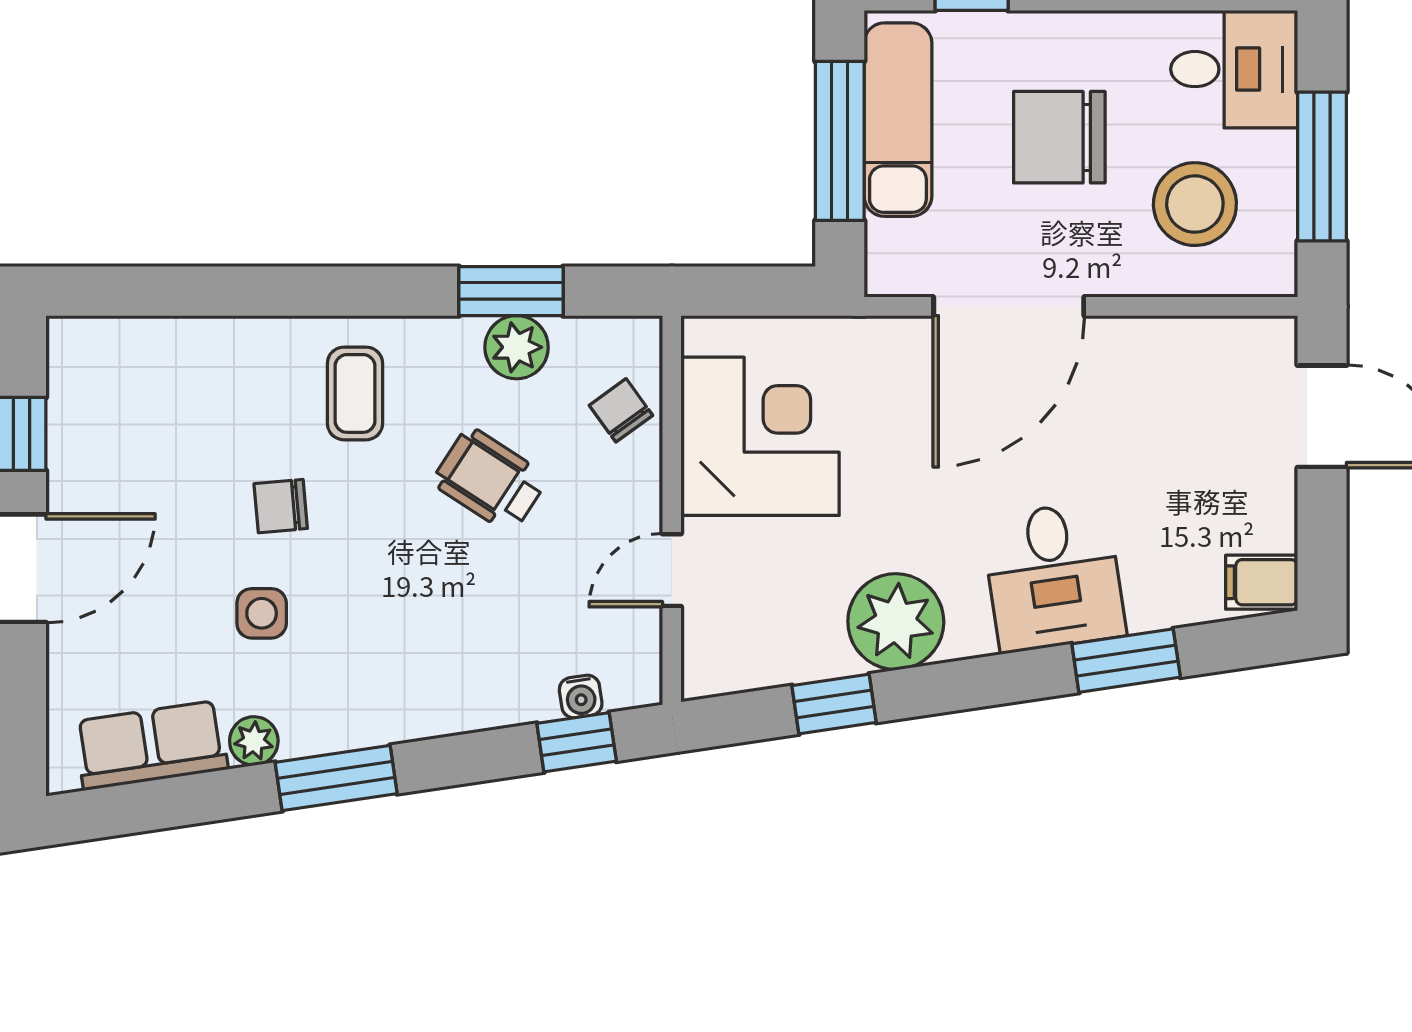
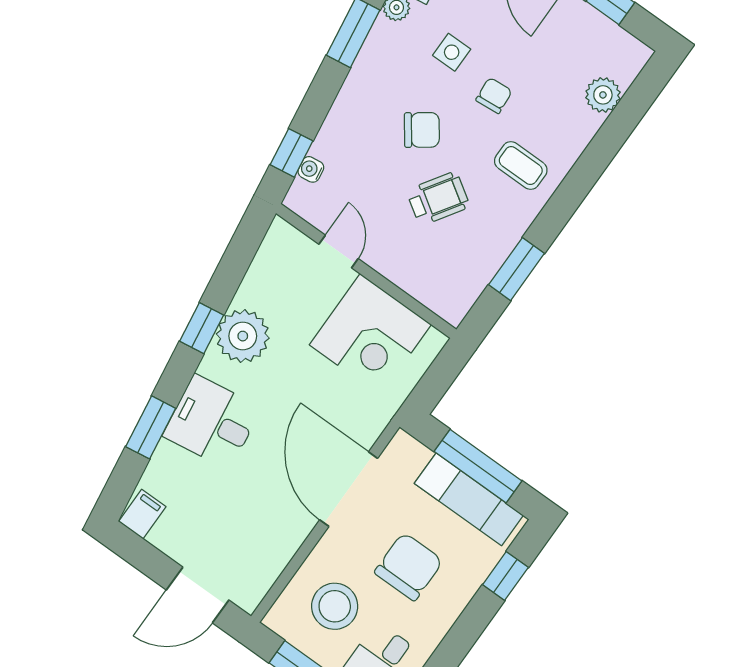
plant: (517, 347) -> (603, 95), moved
chair: (621, 410) -> (422, 130), moved, width x1.37, depth x1.37
window: (834, 704) -> (202, 328), moved

